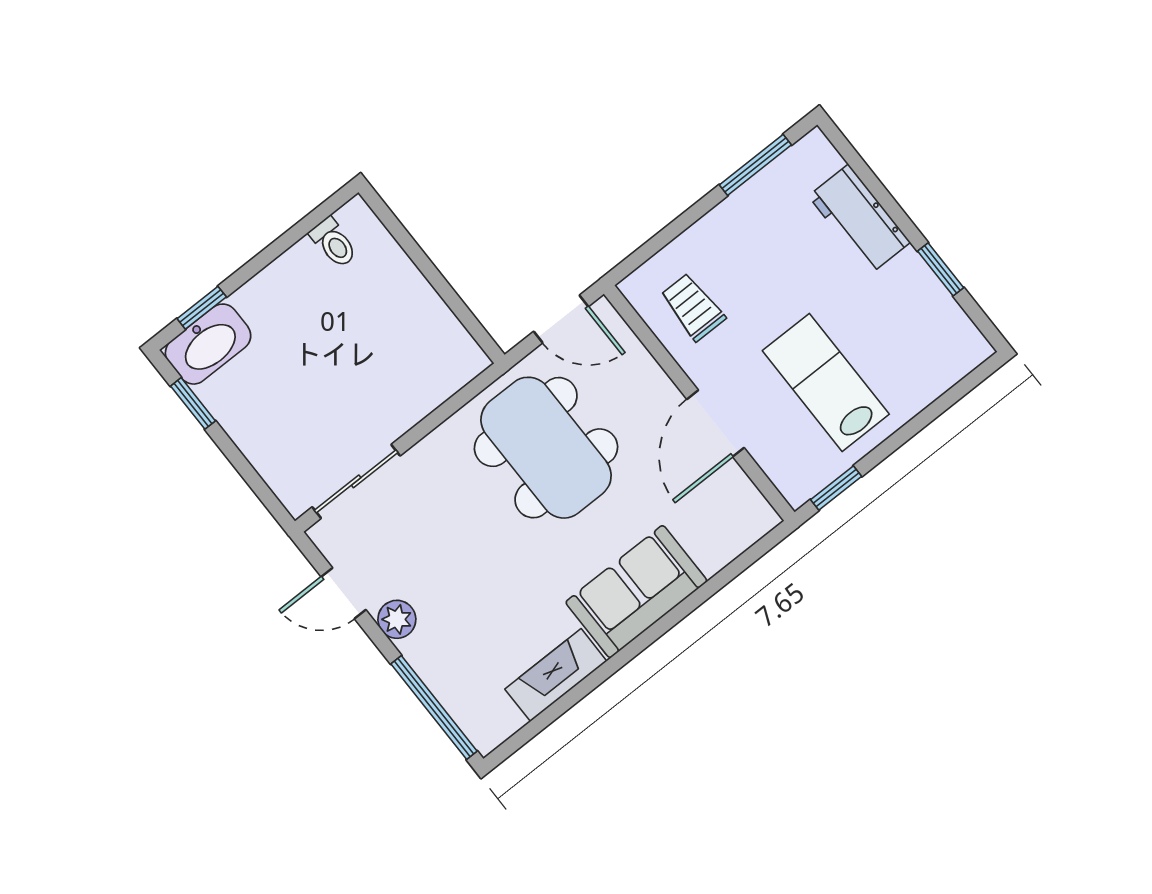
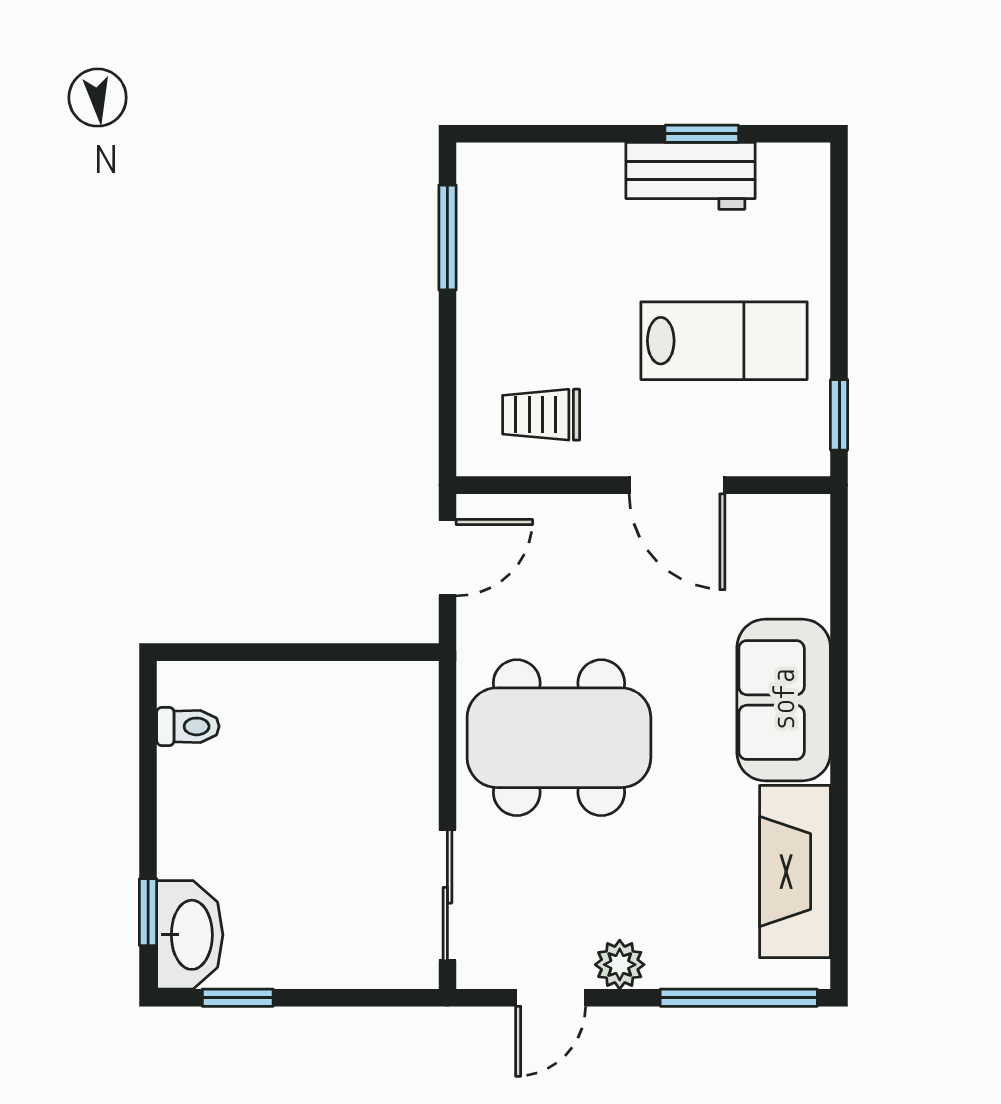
workbench: (859, 219) -> (690, 176), moved
lab bench: (826, 382) -> (724, 341), turned 180
dining table: (546, 448) -> (559, 738), moved
fireplace: (556, 675) -> (795, 872), width x1.37, depth x1.32

